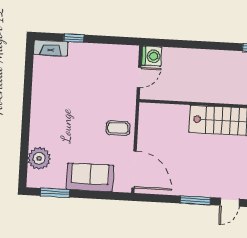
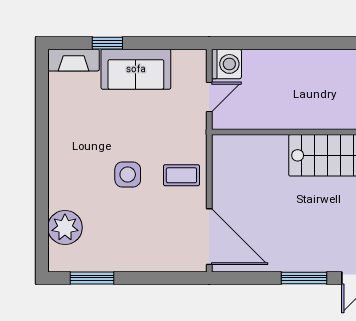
side table: (82, 126) -> (128, 174), added
sofa: (90, 177) -> (136, 69), moved, turned 180

